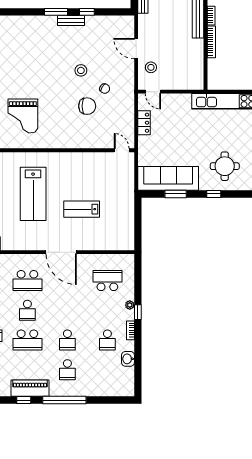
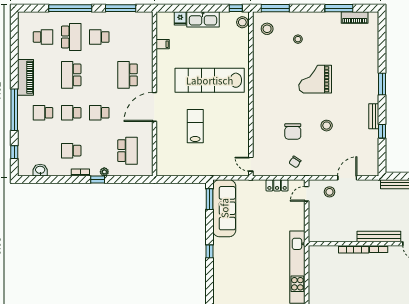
window: (56, 12) -> (382, 84), moved
chair: (105, 89) -> (295, 162), moved
grand piano: (23, 116) -> (315, 79), moved
door: (122, 150) -> (251, 164), swing flipped
round table: (225, 166) -> (236, 262), removed
lab bench: (33, 194) -> (210, 80), width x1.36
window: (176, 194) -> (210, 199), moved
school desk: (27, 310) -> (99, 113), moved
washbasin: (128, 359) -> (40, 170), moved
window: (24, 400) -> (14, 152), moved

